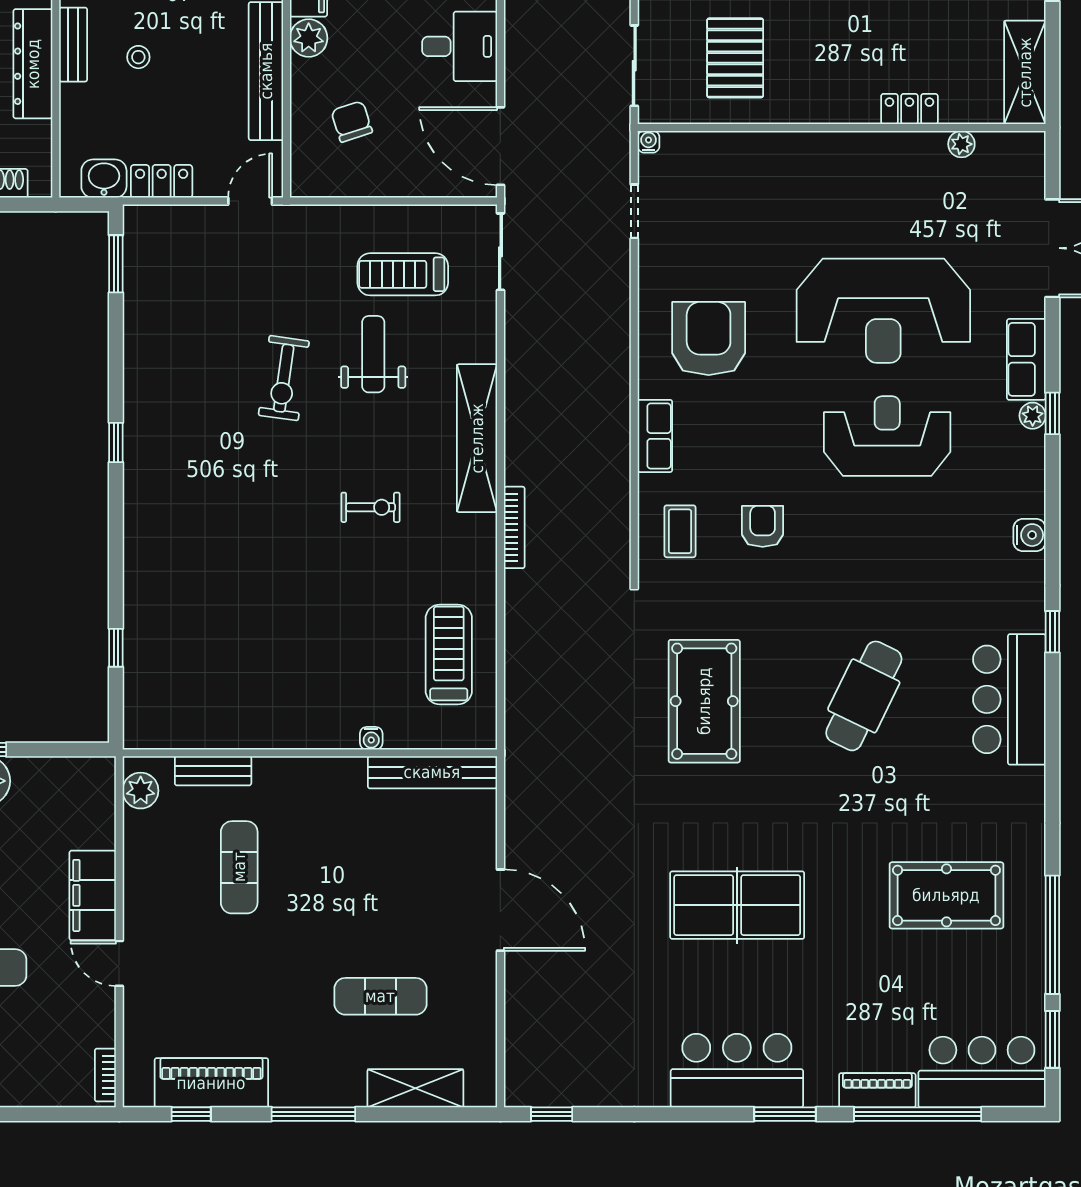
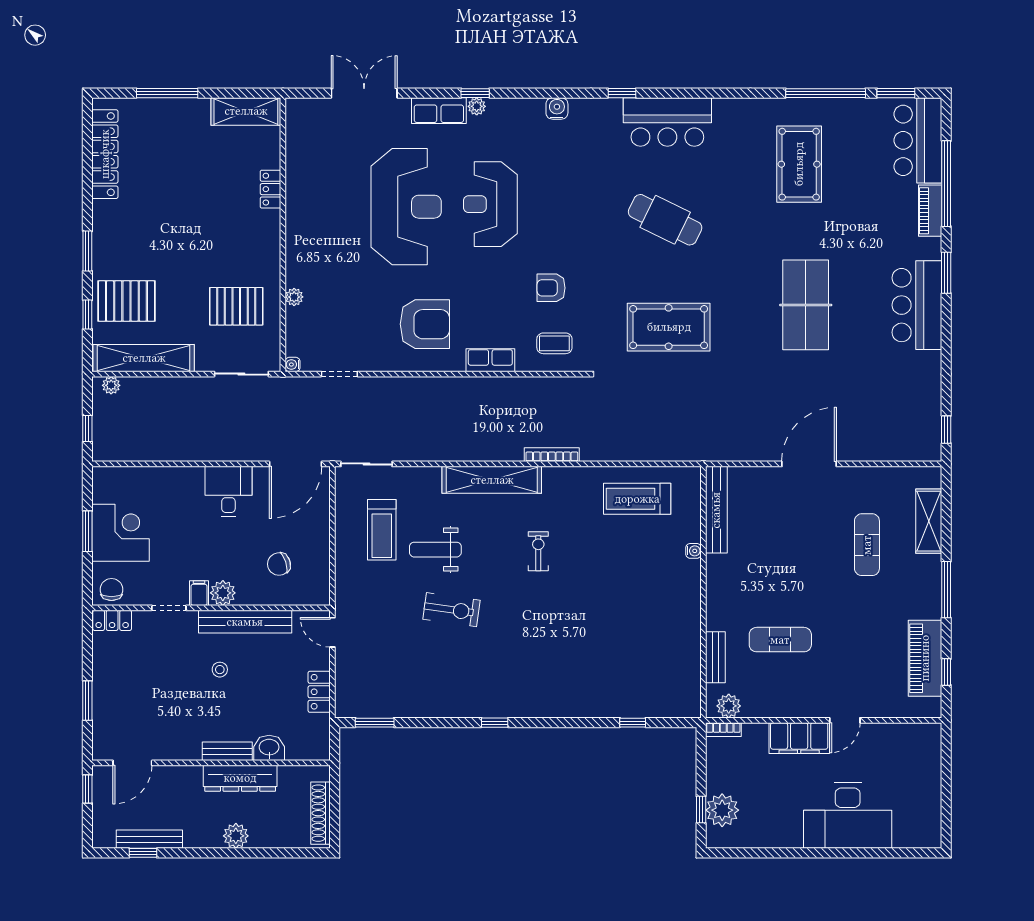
stool: (138, 57) -> (220, 670), moved
plant: (961, 144) -> (294, 297), moved
washbasin: (104, 179) -> (269, 748), moved, turned 90
armchair: (709, 339) -> (425, 324), turned 180
bookcase: (105, 1075) -> (723, 730), moved

